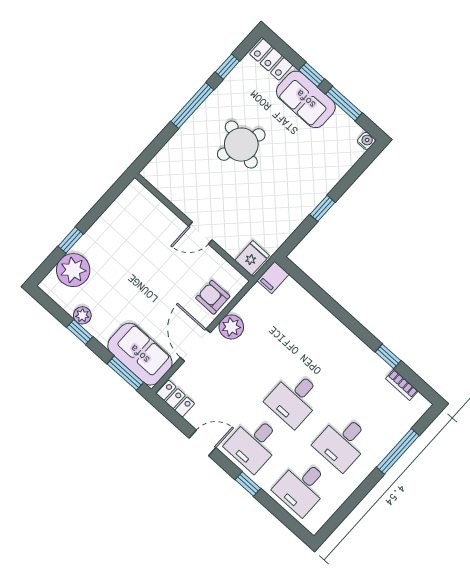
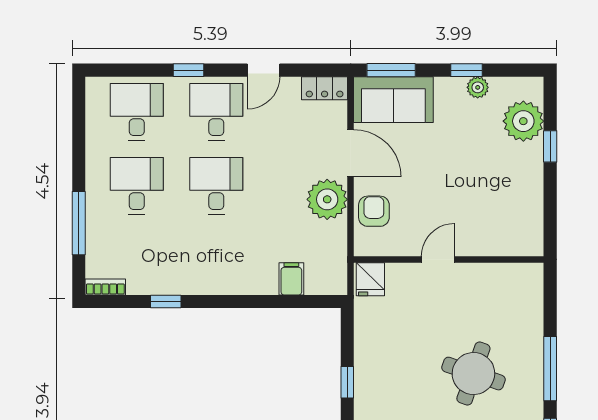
filing cabinet: (273, 277) -> (291, 279), moved
armchair: (213, 297) -> (374, 211), turned -90
plant: (231, 327) -> (327, 199), width x1.36, depth x1.36
bookcase: (402, 385) -> (105, 287), moved

